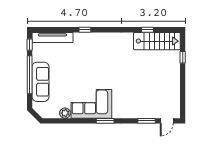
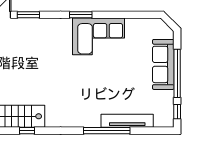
window: (85, 30) -> (107, 131), width x3.17
tv unit: (52, 37) -> (127, 121), moved
plant: (65, 113) -> (132, 25), removed

